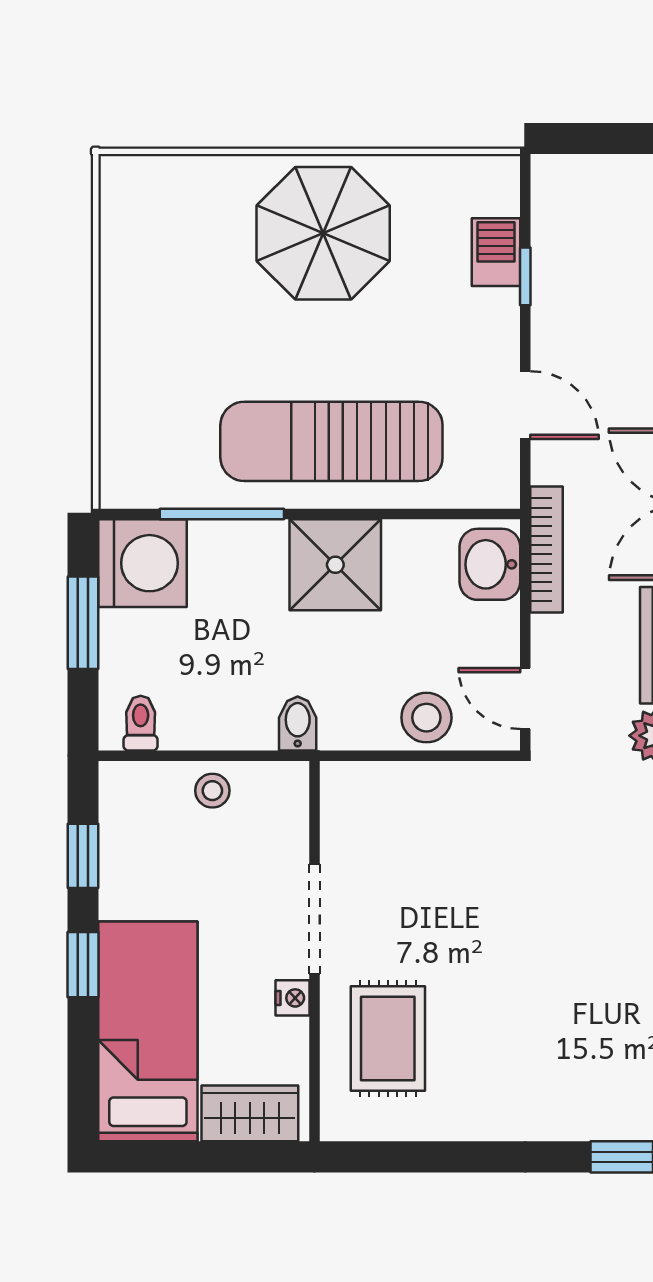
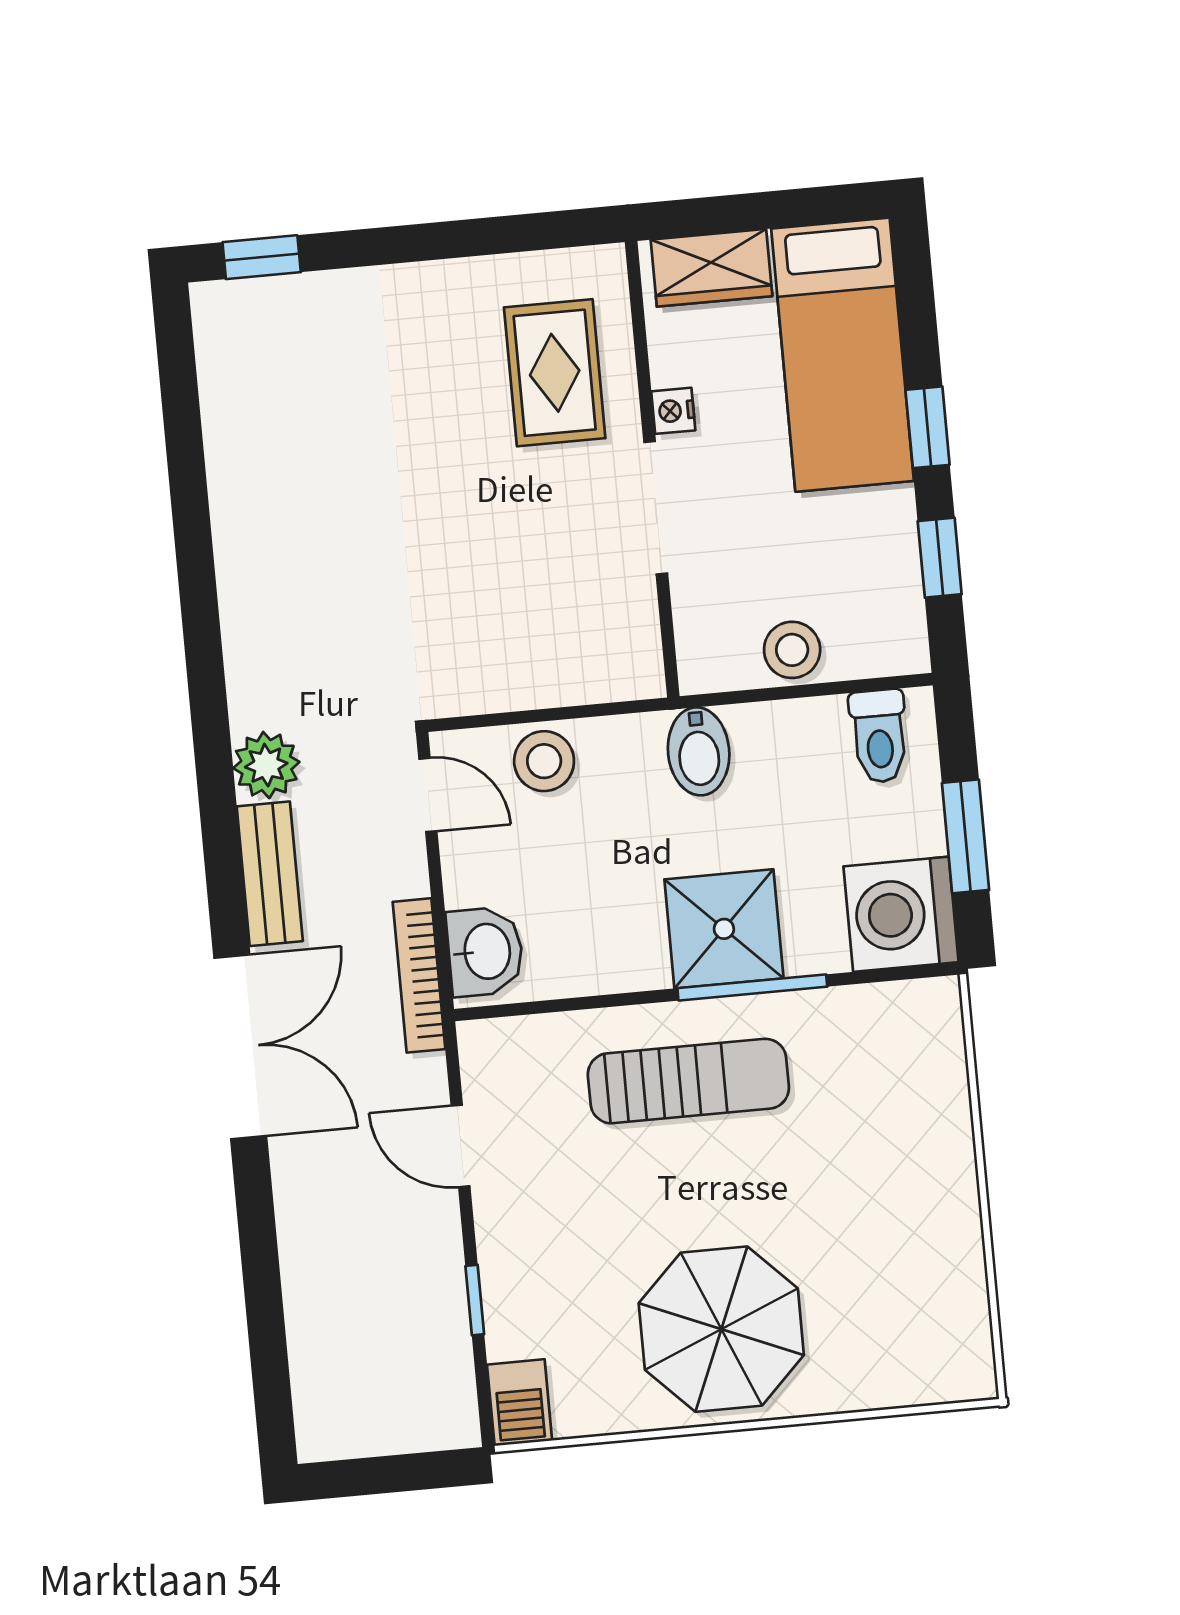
barbecue: (496, 252) -> (520, 1403), moved
sun lounger: (331, 441) -> (688, 1081), width x0.73, depth x0.75
window: (222, 514) -> (752, 987), moved
shower: (335, 565) -> (724, 929), moved
toilet: (141, 723) -> (879, 736), width x1.37, depth x1.39
bidet: (298, 724) -> (699, 751), width x1.38, depth x1.36
stool: (212, 791) -> (792, 650), width x1.37, depth x1.37

